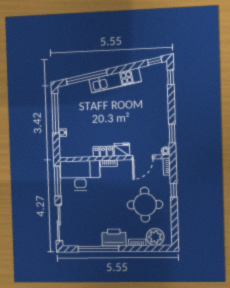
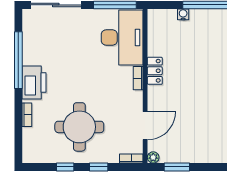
fridge: (122, 150) -> (157, 97), removed
door: (143, 157) -> (145, 126), swing flipped
window: (174, 214) -> (65, 167), added
plant: (155, 237) -> (34, 140), removed

